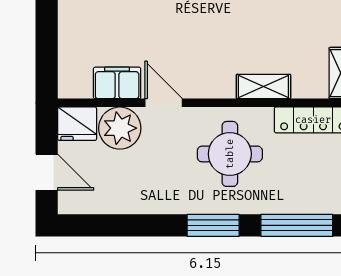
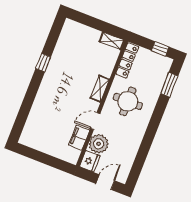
shelving: (263, 87) -> (100, 89), moved
window: (213, 225) -> (155, 120), removed
window: (297, 225) -> (169, 85), width x0.69

